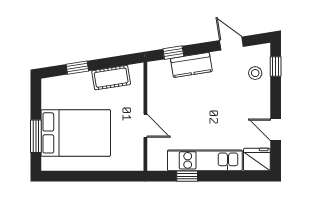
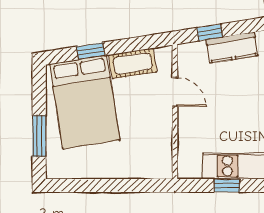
door: (145, 126) -> (175, 92), moved
bed: (76, 133) -> (85, 102), moved, turned 81

